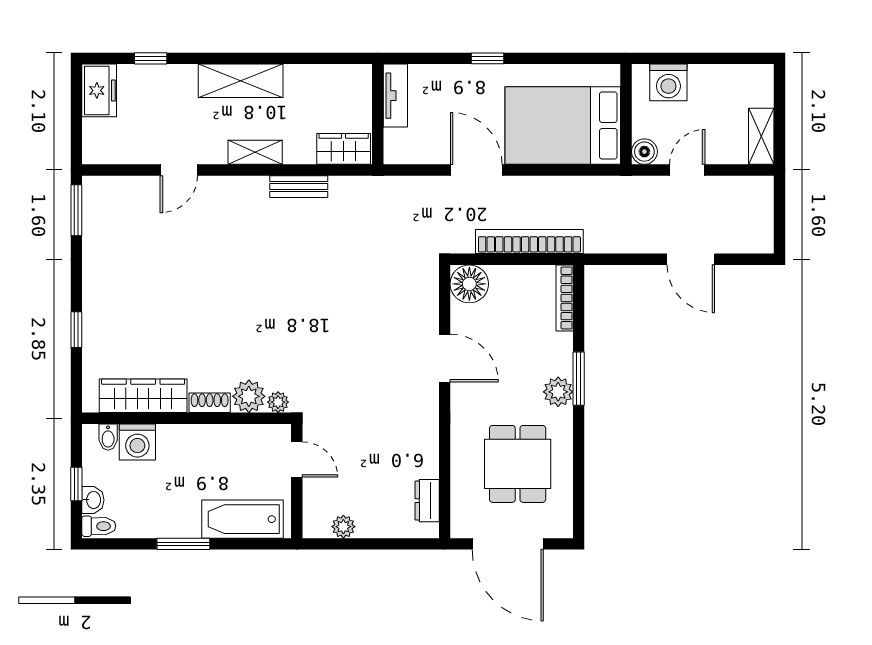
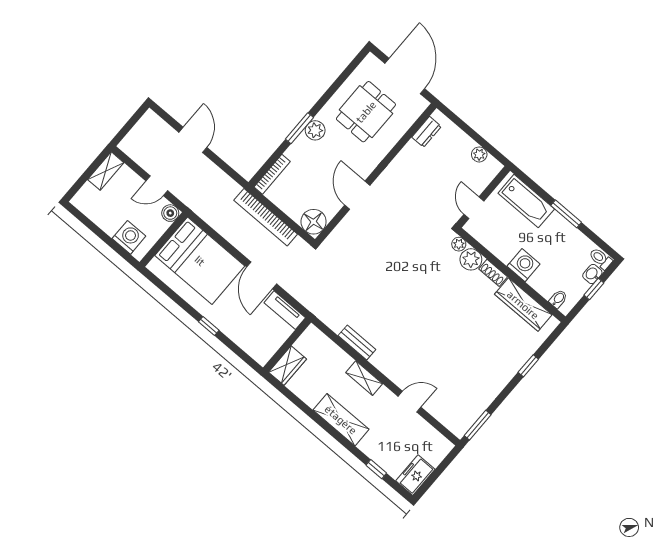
tv unit: (395, 96) -> (285, 310), moved, turned -90
wardrobe: (344, 149) -> (287, 366), moved, turned -90
washing machine: (137, 442) -> (523, 265), moved

